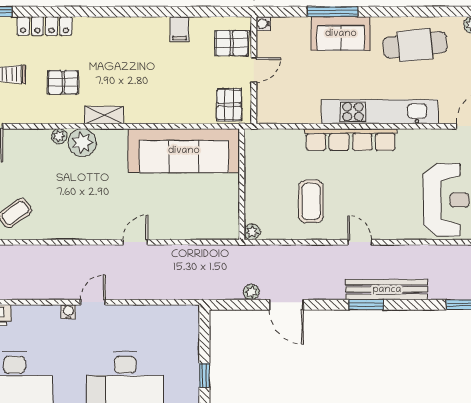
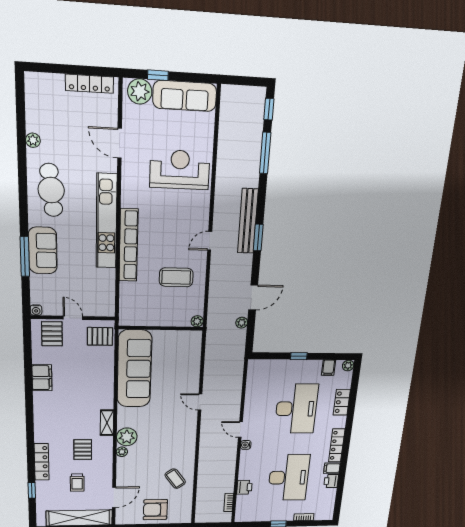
filing cabinet: (179, 29) -> (42, 378), width x2.00

